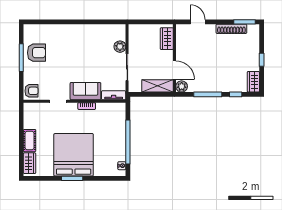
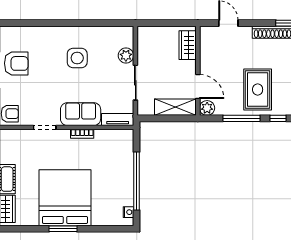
side table: (83, 48) -> (77, 58), added
rug: (220, 72) -> (258, 90), added

